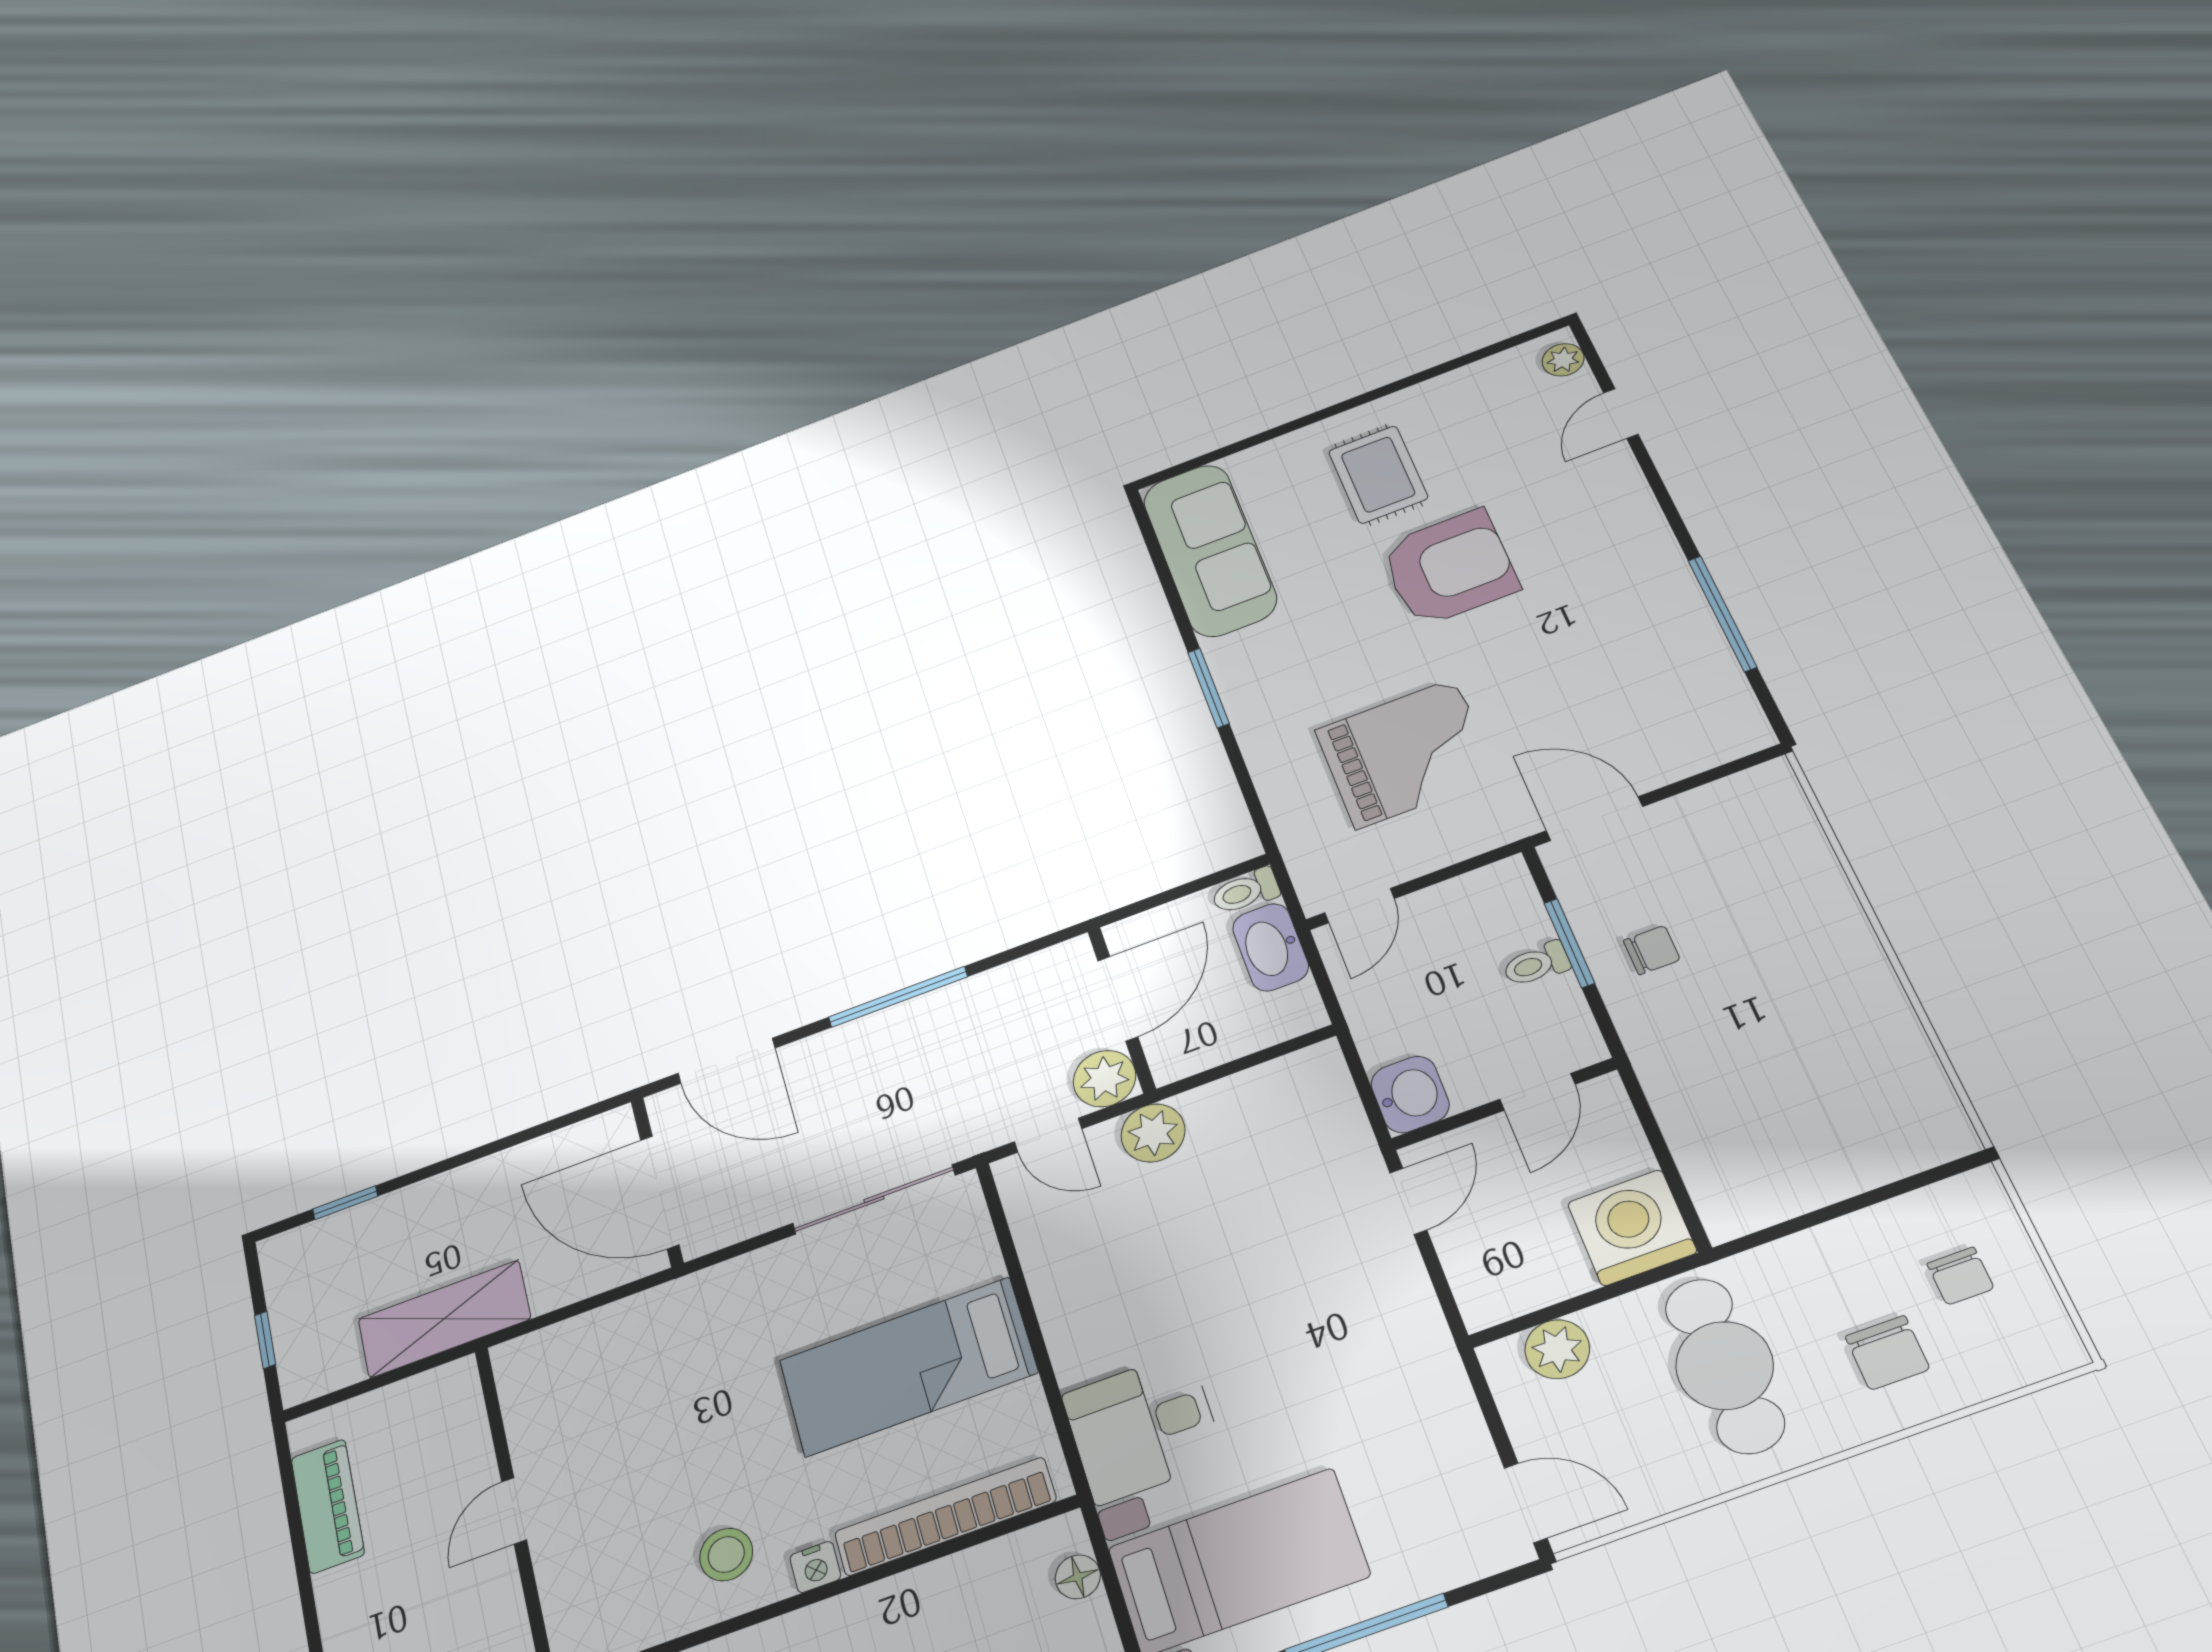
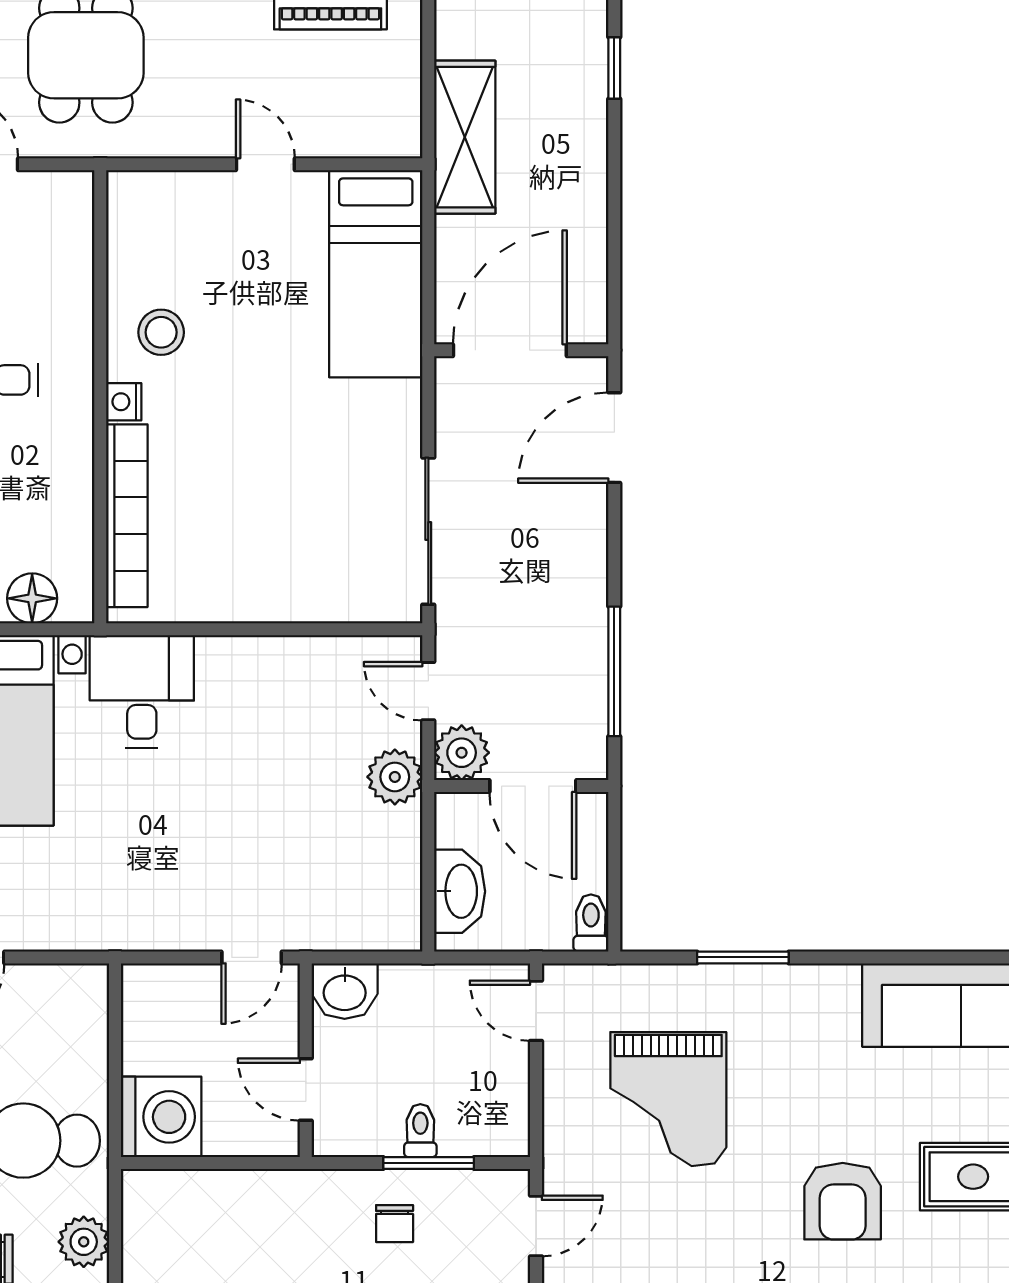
armchair: (1449, 568) -> (843, 1201), width x0.73, depth x0.73
window: (1208, 688) -> (743, 957), moved
door: (1594, 819) -> (536, 1226), width x0.73
washbasin: (1271, 947) -> (460, 891), moved, turned 90
window: (898, 997) -> (614, 671), moved
door: (1048, 1135) -> (428, 691), hinge flipped
door: (1408, 1201) -> (252, 957), hinge flipped
plant: (1557, 1349) -> (84, 1242), moved
bed: (908, 1367) -> (376, 274), moved, turned 180
floor lamp: (1078, 1577) -> (32, 598), width x1.37, depth x1.37

